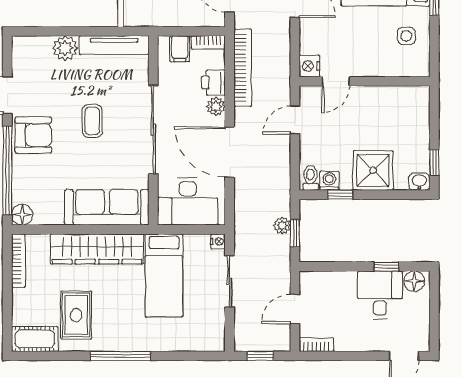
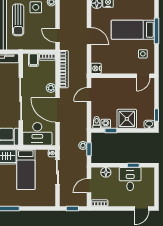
door: (336, 81) -> (143, 76), moved
printer: (214, 83) -> (50, 76), removed
floor lamp: (414, 281) -> (106, 172), moved

